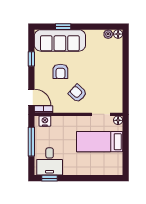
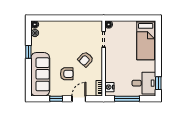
window: (63, 27) -> (28, 52), moved
door: (31, 97) -> (79, 99), moved
bed: (100, 142) -> (146, 40), moved

